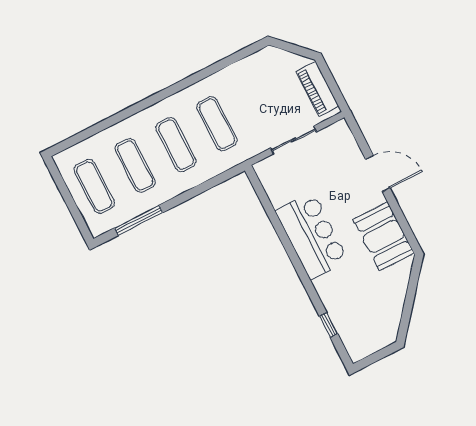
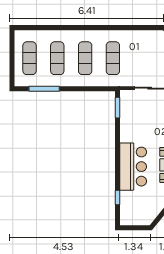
window: (261, 193) -> (118, 108), added
bar counter: (312, 236) -> (133, 167), moved

